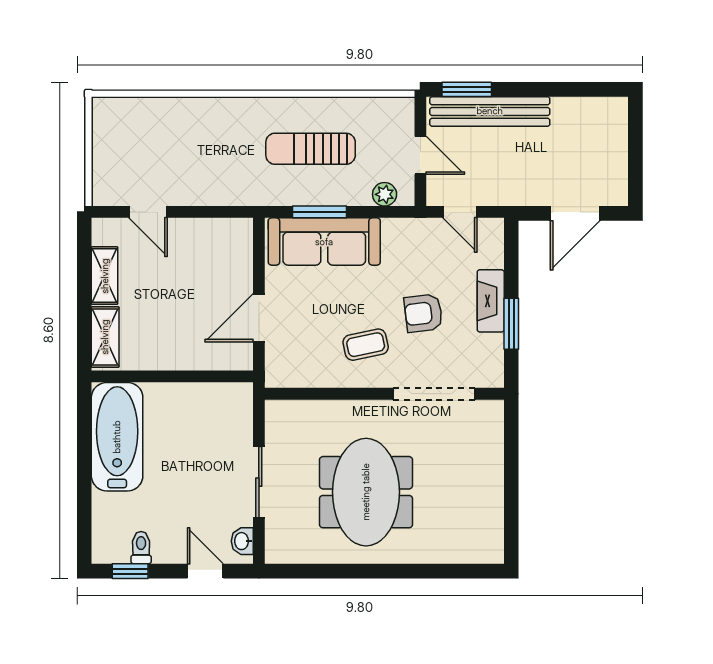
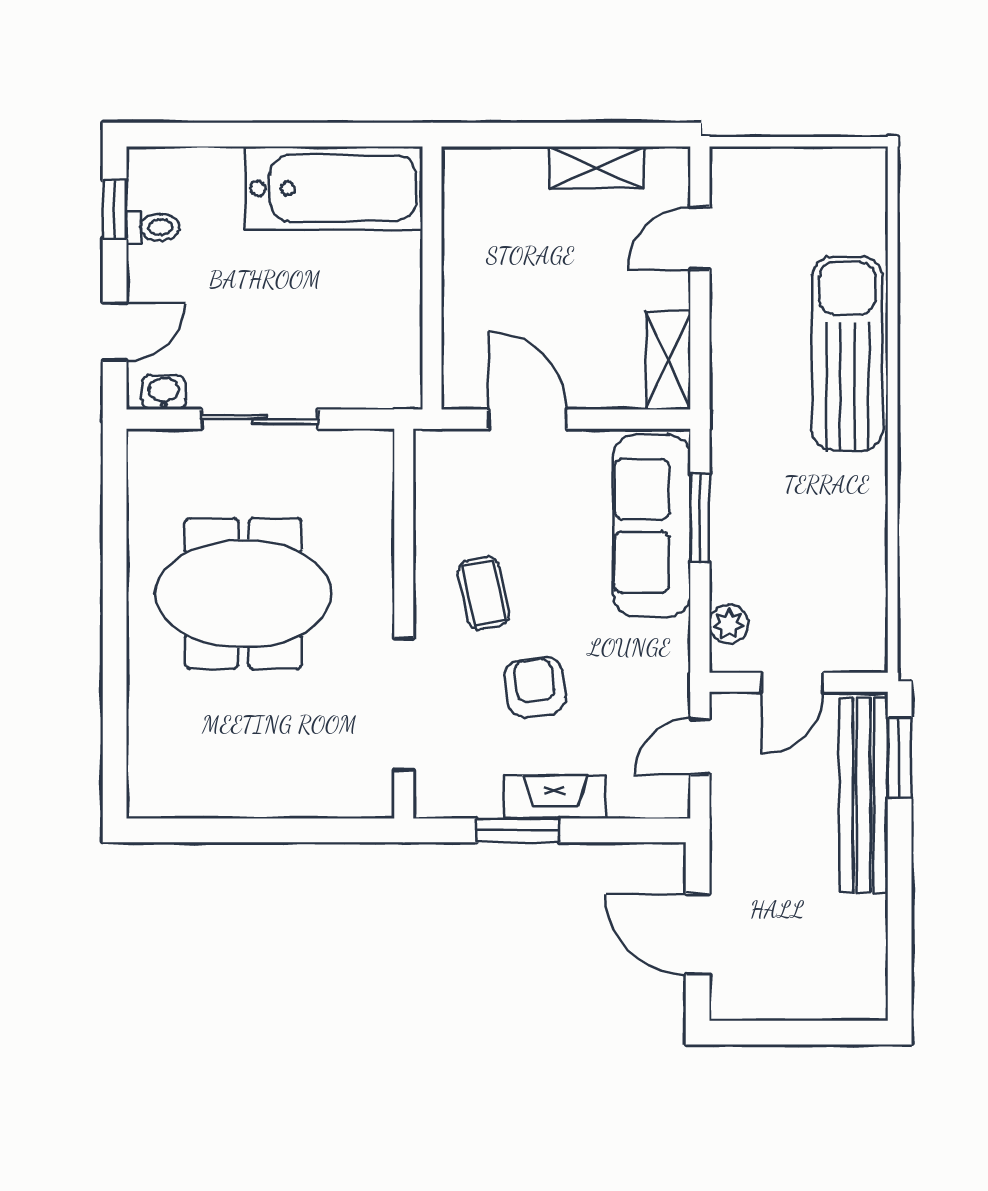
sun lounger: (311, 149) -> (847, 354), moved, width x1.36, depth x1.34
shelving: (105, 337) -> (668, 360), moved, turned 90

